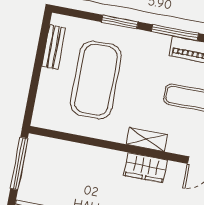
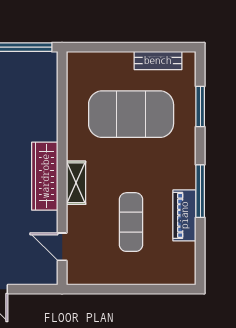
window: (120, 22) -> (200, 107), moved
wardrobe: (146, 168) -> (45, 176), width x1.50

